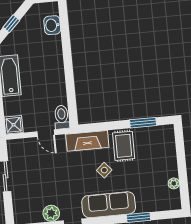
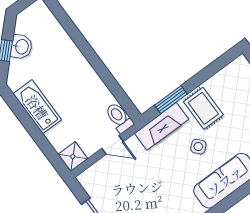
washbasin: (52, 25) -> (21, 47), moved, turned -135
window: (143, 123) -> (171, 100), moved

